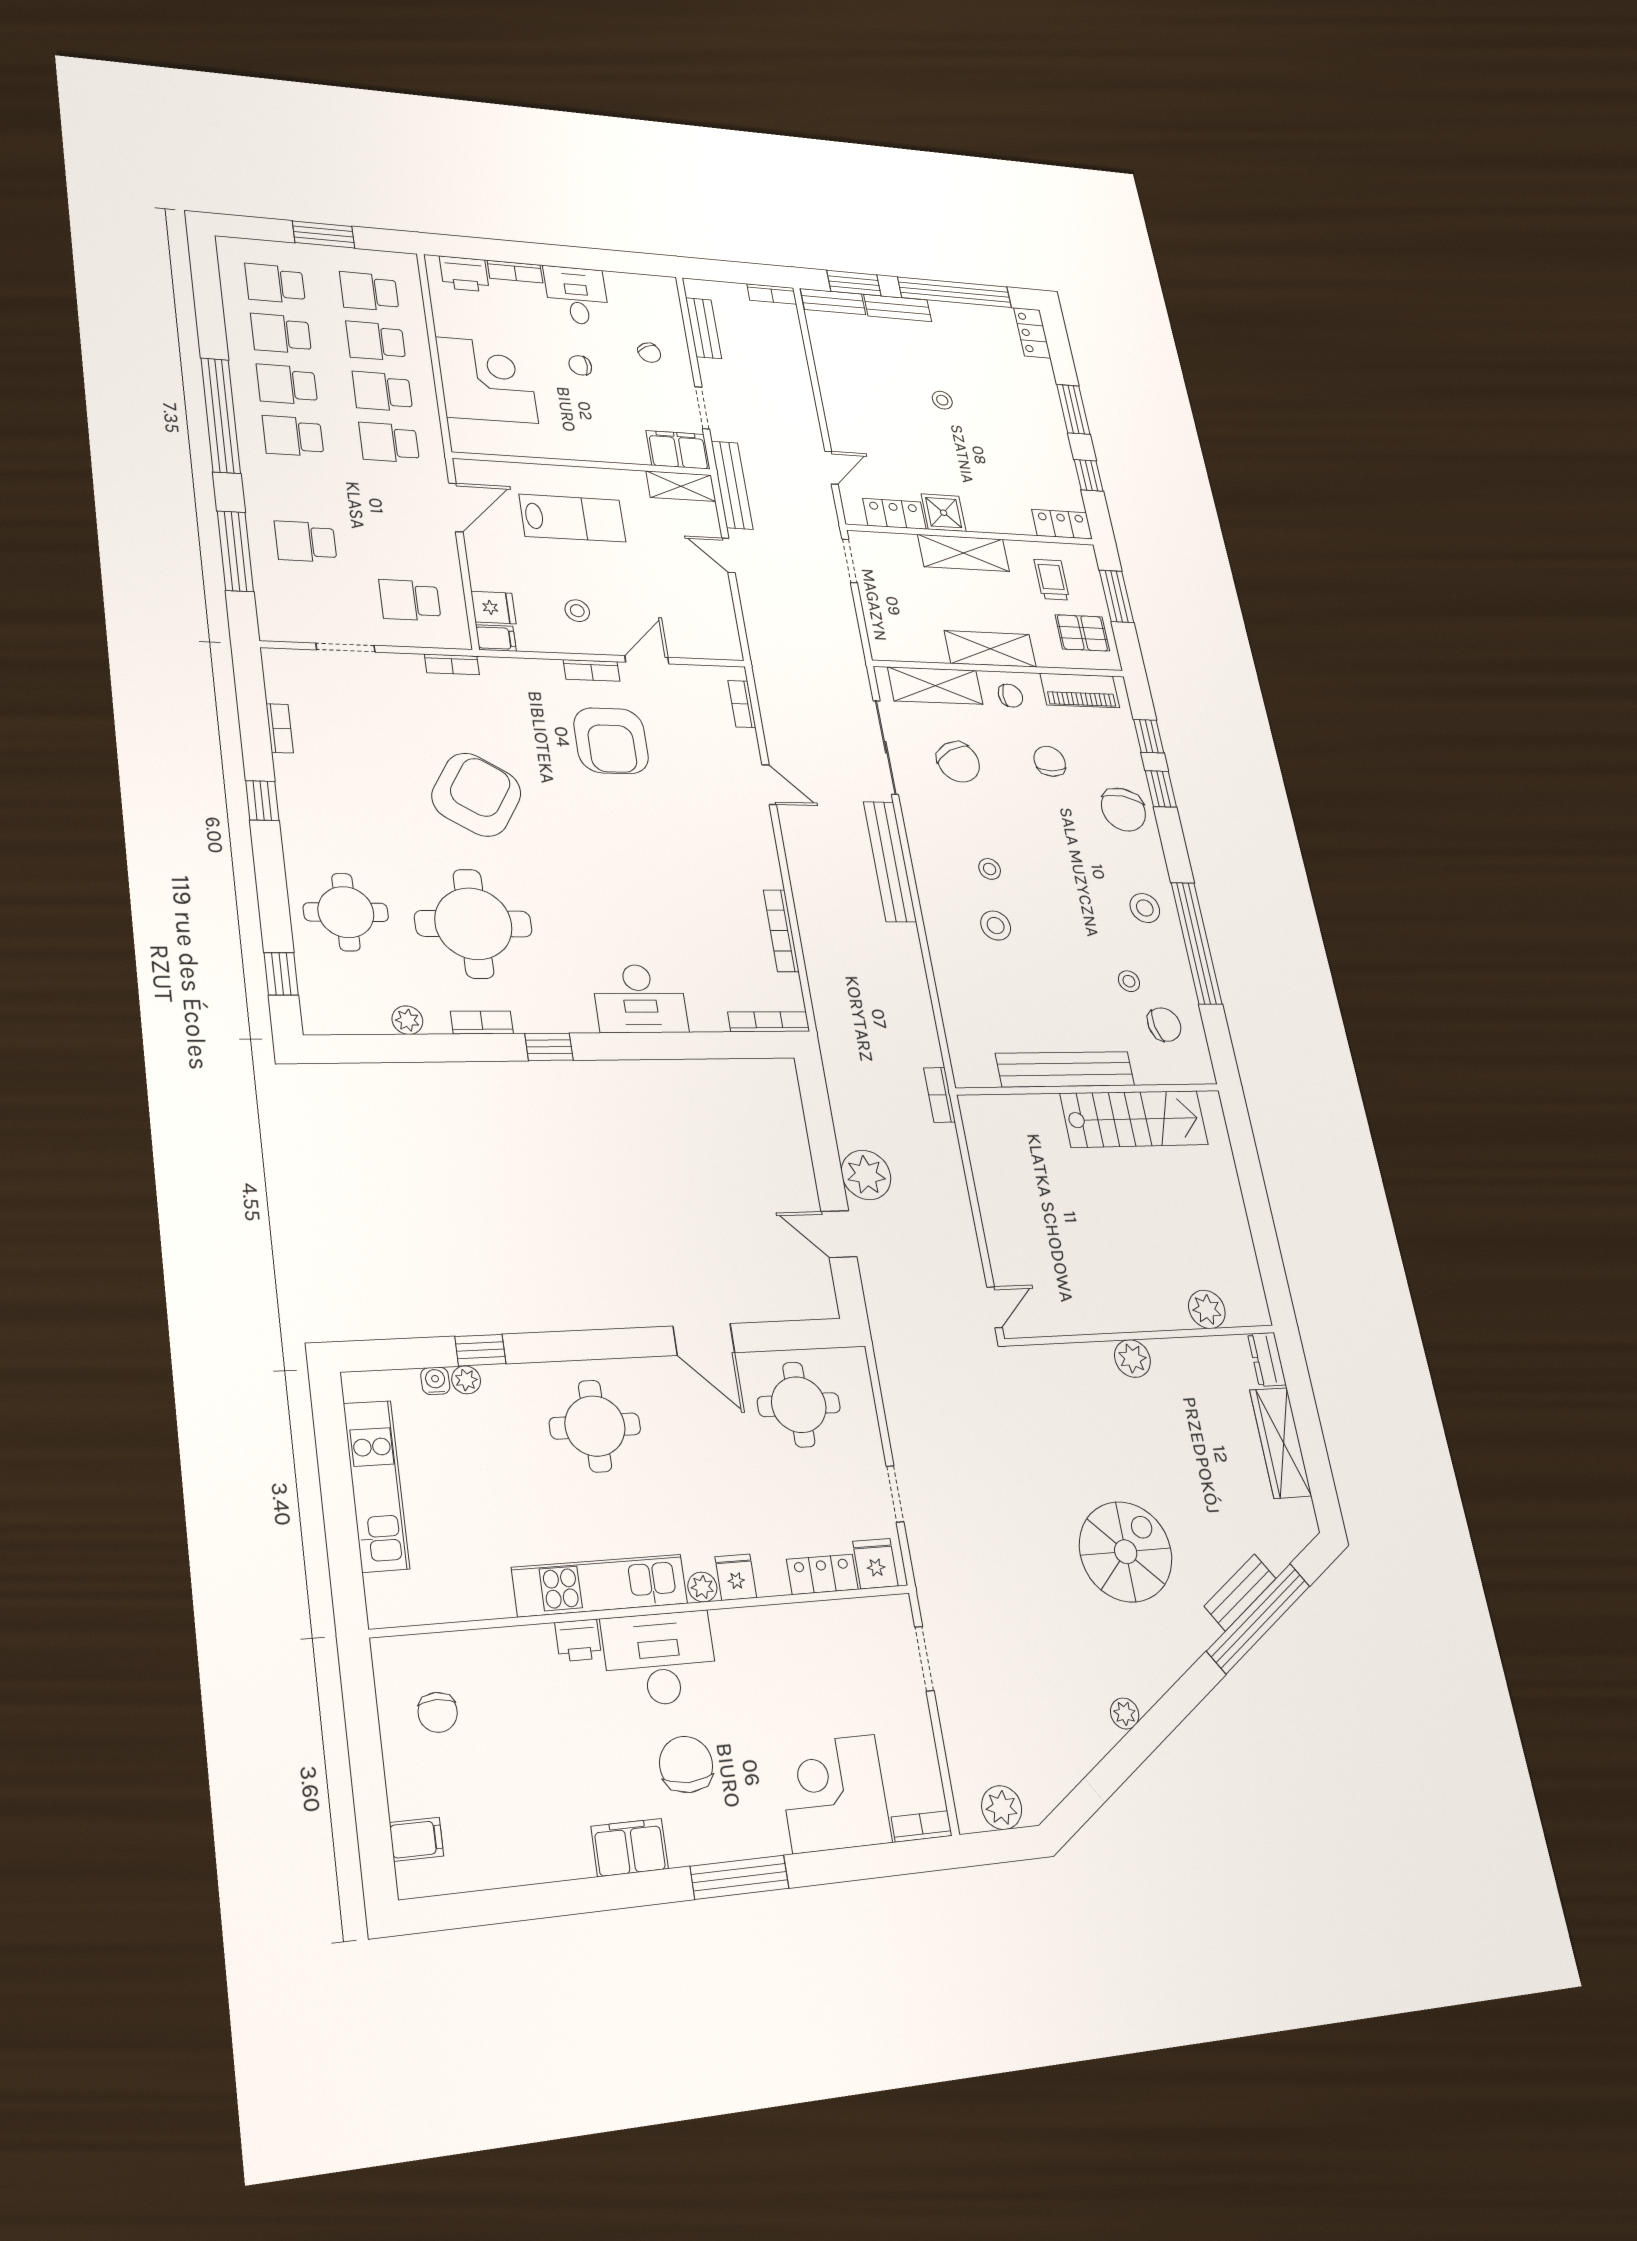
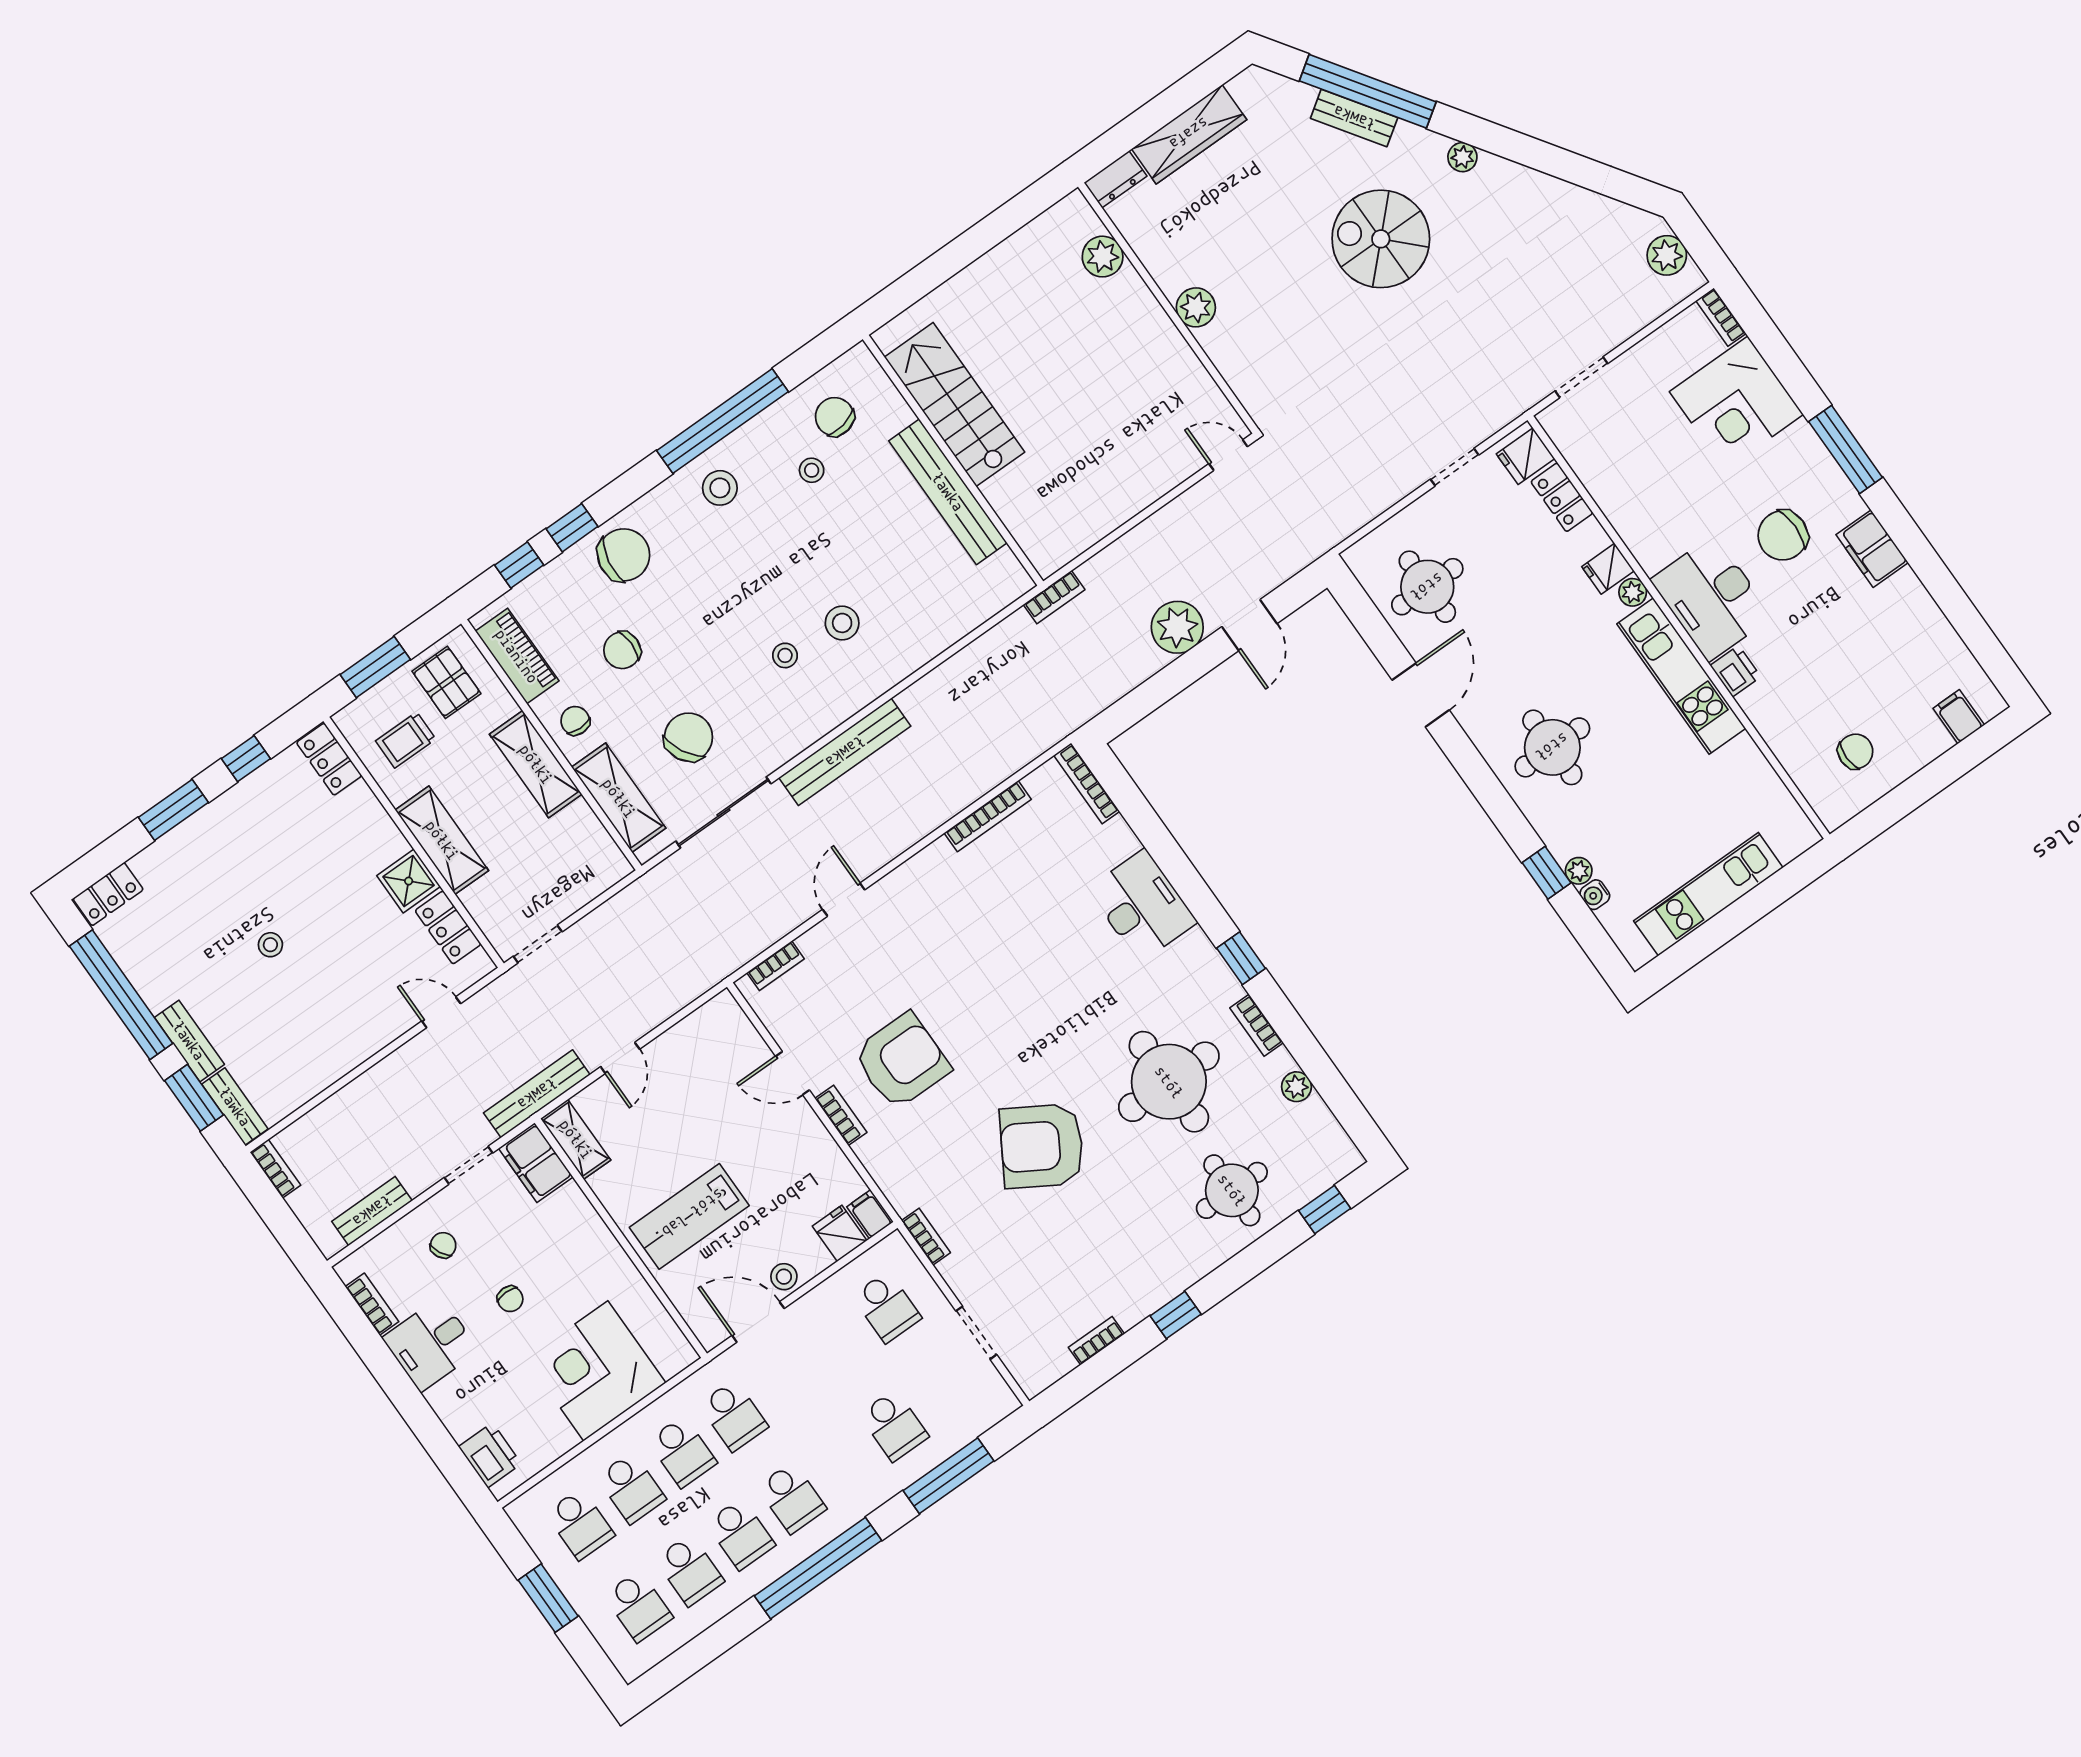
bookcase: (515, 272) -> (372, 1304), moved
lab bench: (572, 518) -> (689, 1216), turned -90
stool: (577, 611) -> (784, 1277), moved
plant: (1125, 1713) -> (1462, 157), moved

